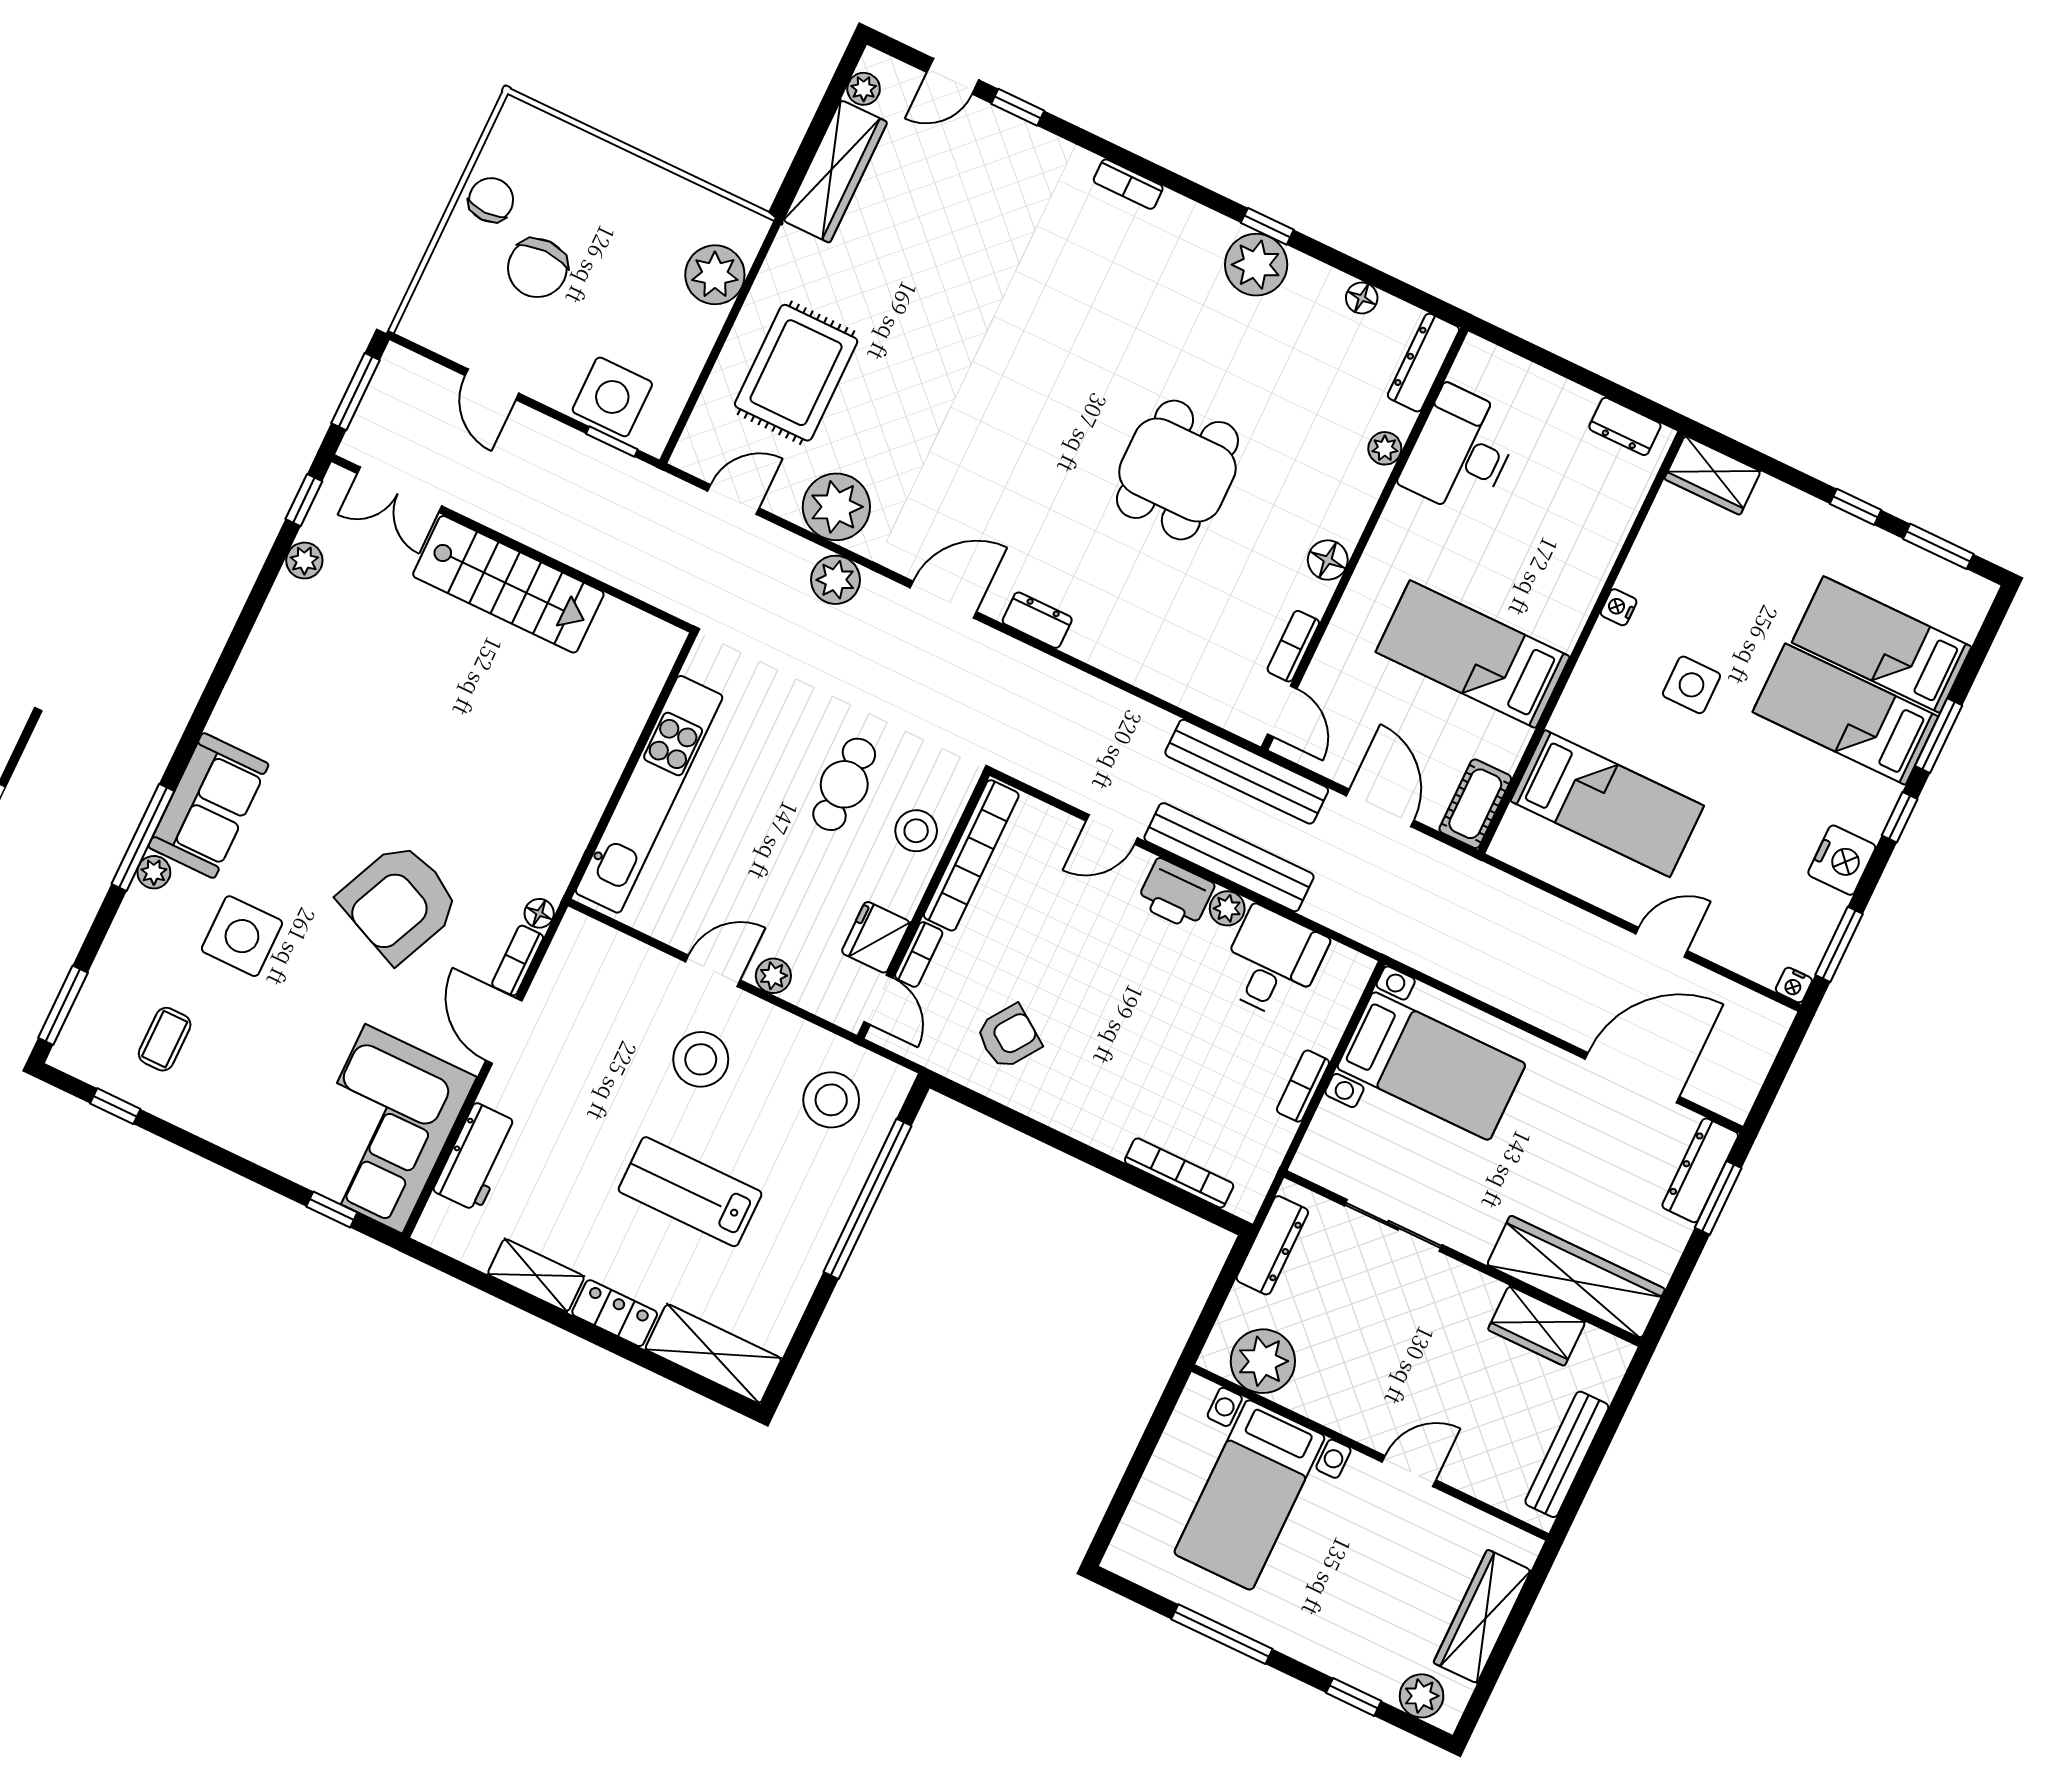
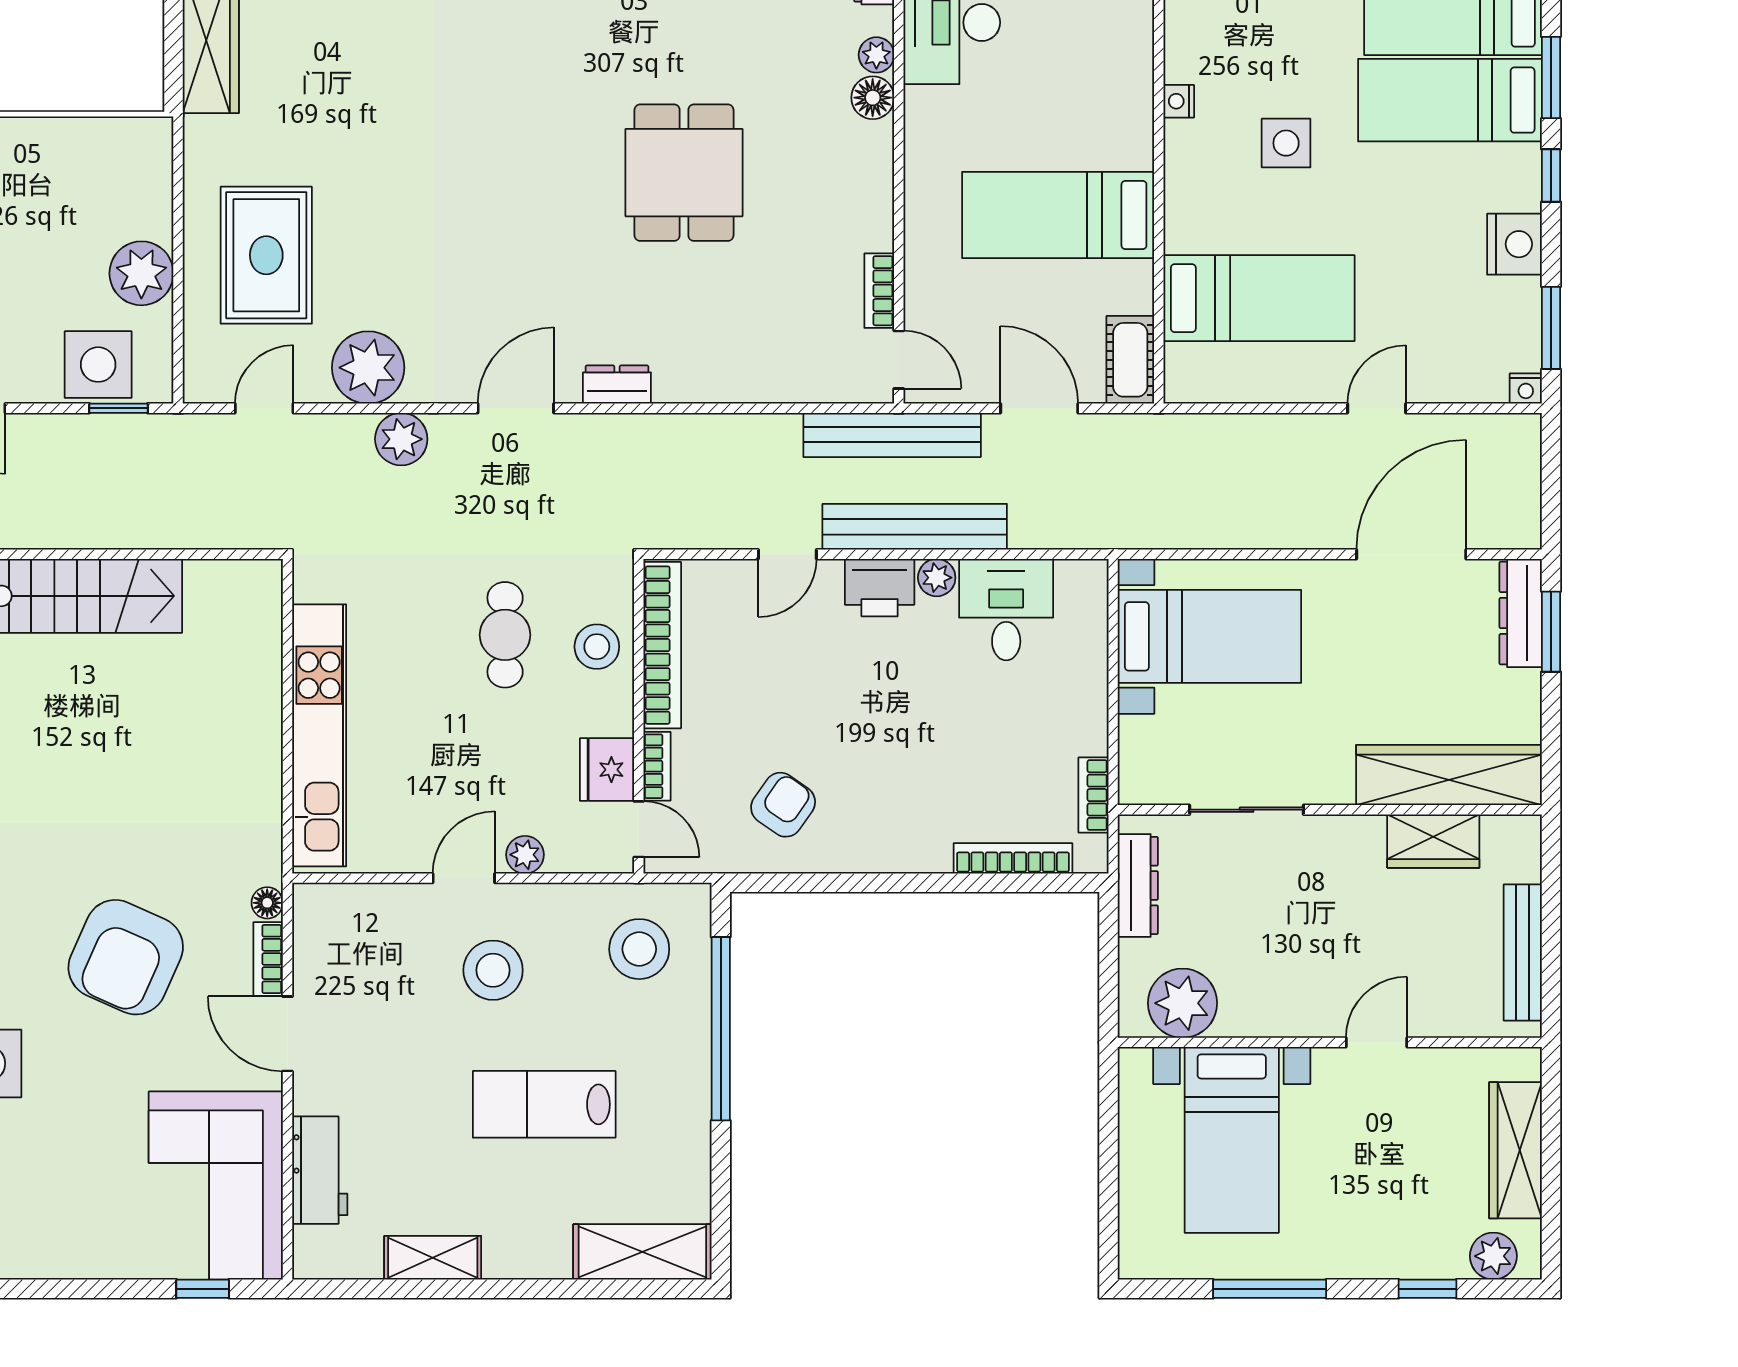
plant: (715, 275) -> (141, 273), moved
floor lamp: (1328, 560) -> (873, 98), moved
bookcase: (1303, 1086) -> (1093, 795), moved
locker: (615, 1313) -> (527, 1258), removed

